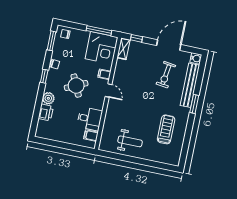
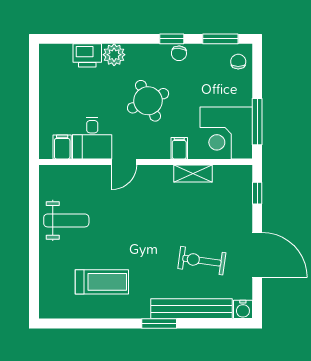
shelving: (124, 49) -> (193, 173), moved
window: (44, 76) -> (172, 39), moved
door: (109, 90) -> (124, 162), moved
weight bench: (130, 141) -> (66, 220), turned -90

